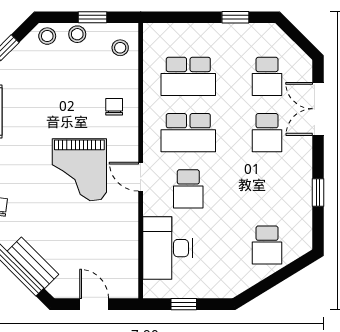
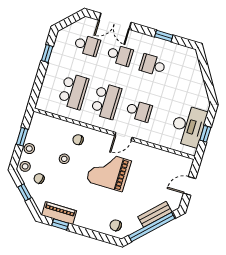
stool: (120, 48) -> (64, 159), moved
chair: (35, 64) -> (39, 179), added
grand piano: (79, 170) -> (109, 171), turned 180
school desk: (267, 245) -> (153, 65), moved, turned 180
desk: (168, 248) -> (188, 126), moved, turned -90

